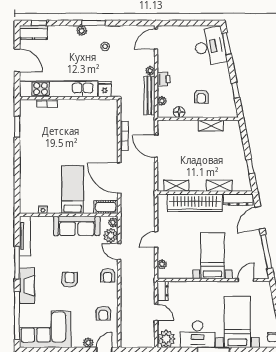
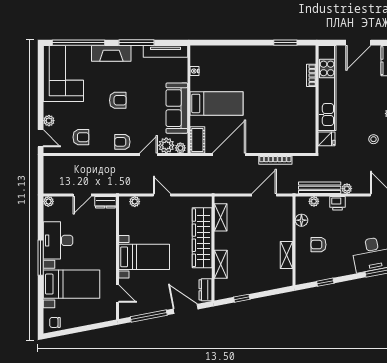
dresser: (238, 200) -> (205, 290), width x0.70
armchair: (103, 313) -> (81, 137), turned 180
plant: (166, 339) -> (48, 201), width x0.53, depth x0.53

